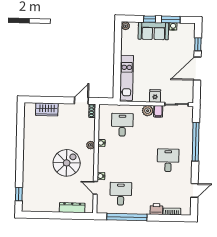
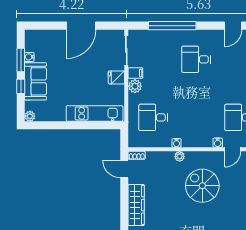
window: (198, 44) -> (51, 26), removed
door: (197, 69) -> (81, 26), hinge flipped
wardrobe: (47, 109) -> (136, 205), width x1.50
door: (194, 190) -> (233, 26), swing flipped

